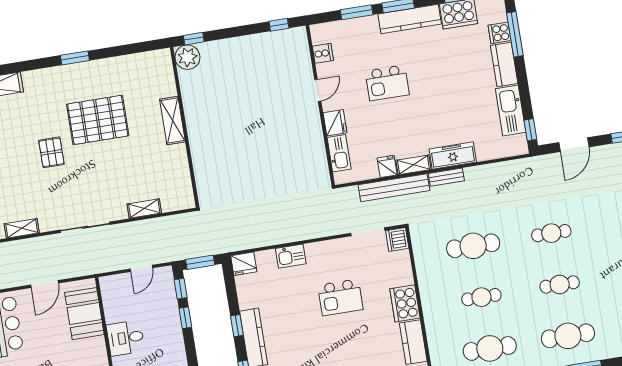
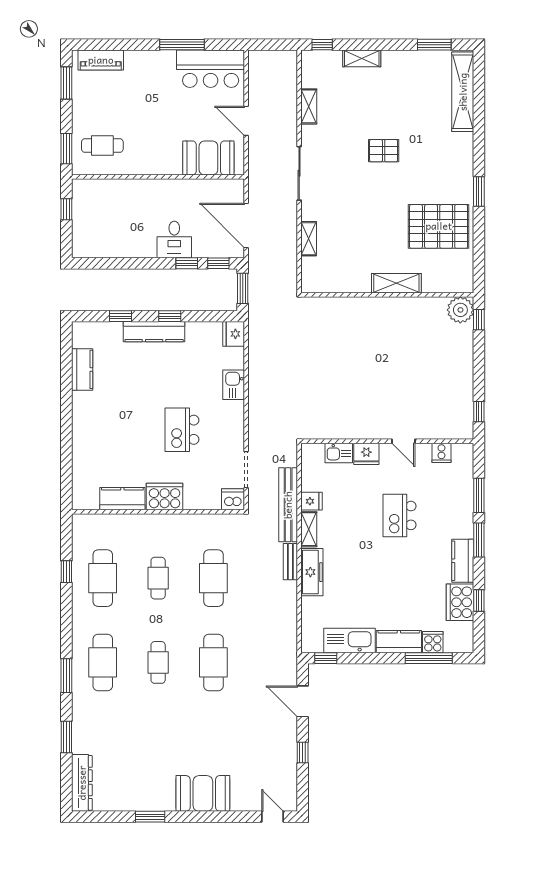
kitchen counter: (410, 19) -> (463, 561), width x0.67
pallet: (98, 120) -> (439, 226), moved, turned 90
kitchen sink: (339, 153) -> (339, 453), width x0.73
cafe table: (551, 233) -> (213, 662), width x1.37, depth x1.35
door: (141, 268) -> (246, 225), width x1.88
desk: (126, 338) -> (174, 240), moved, turned 180

